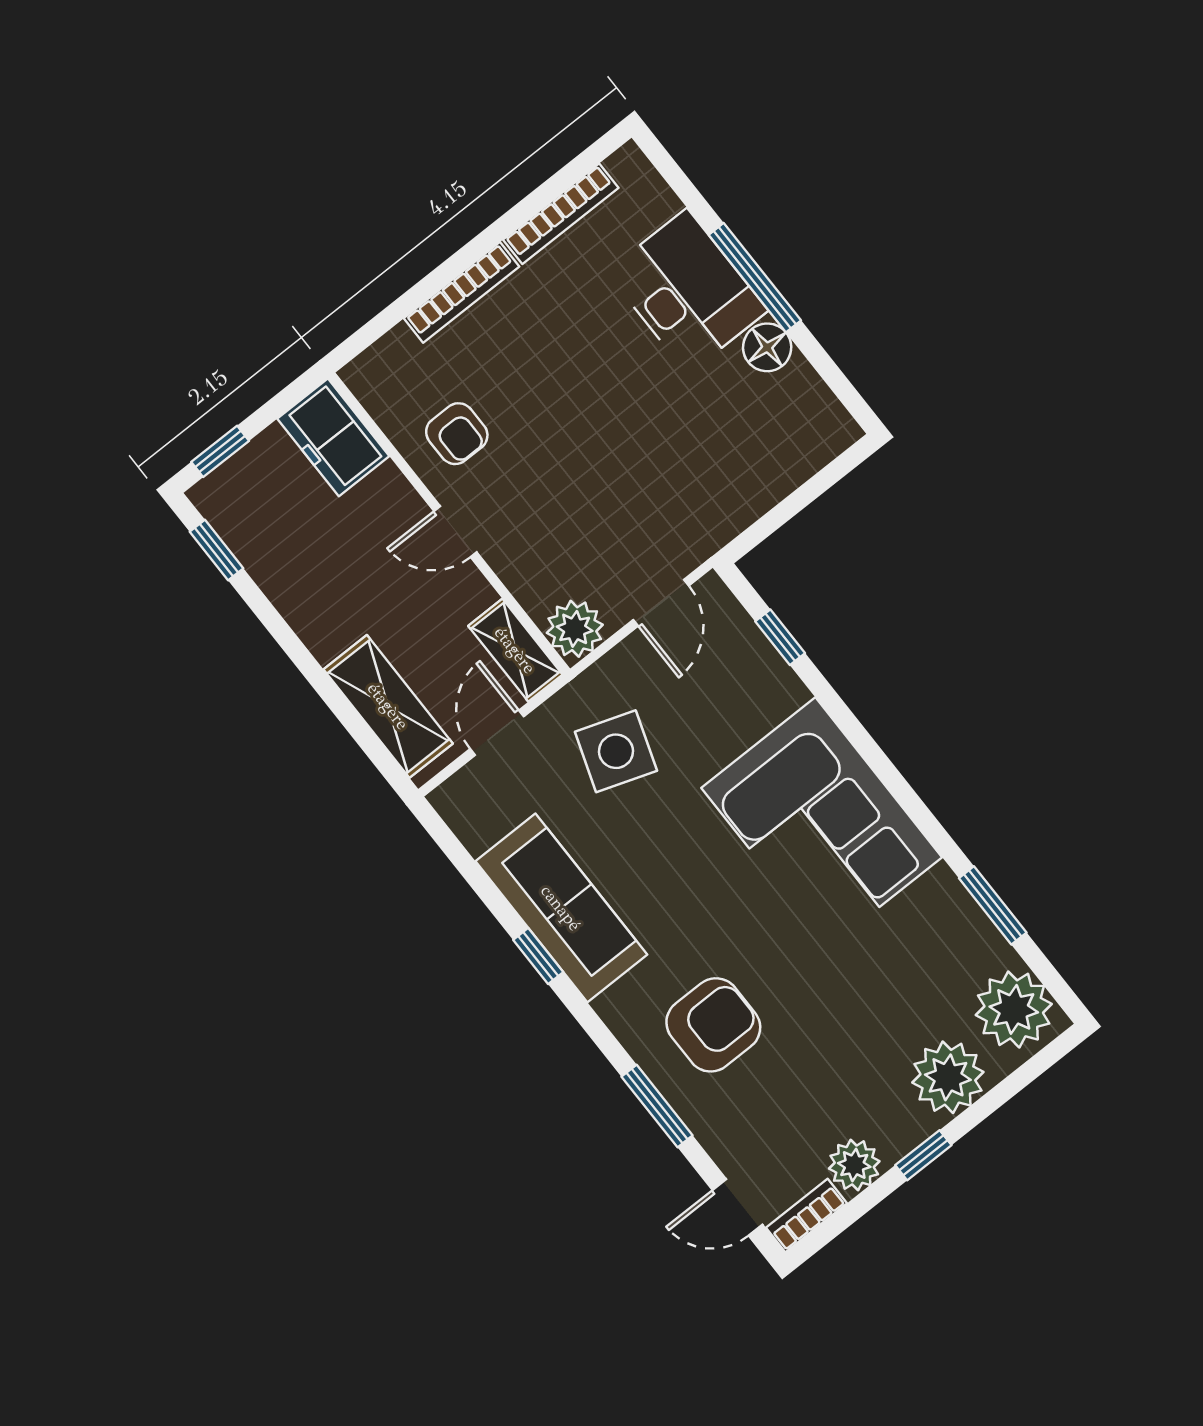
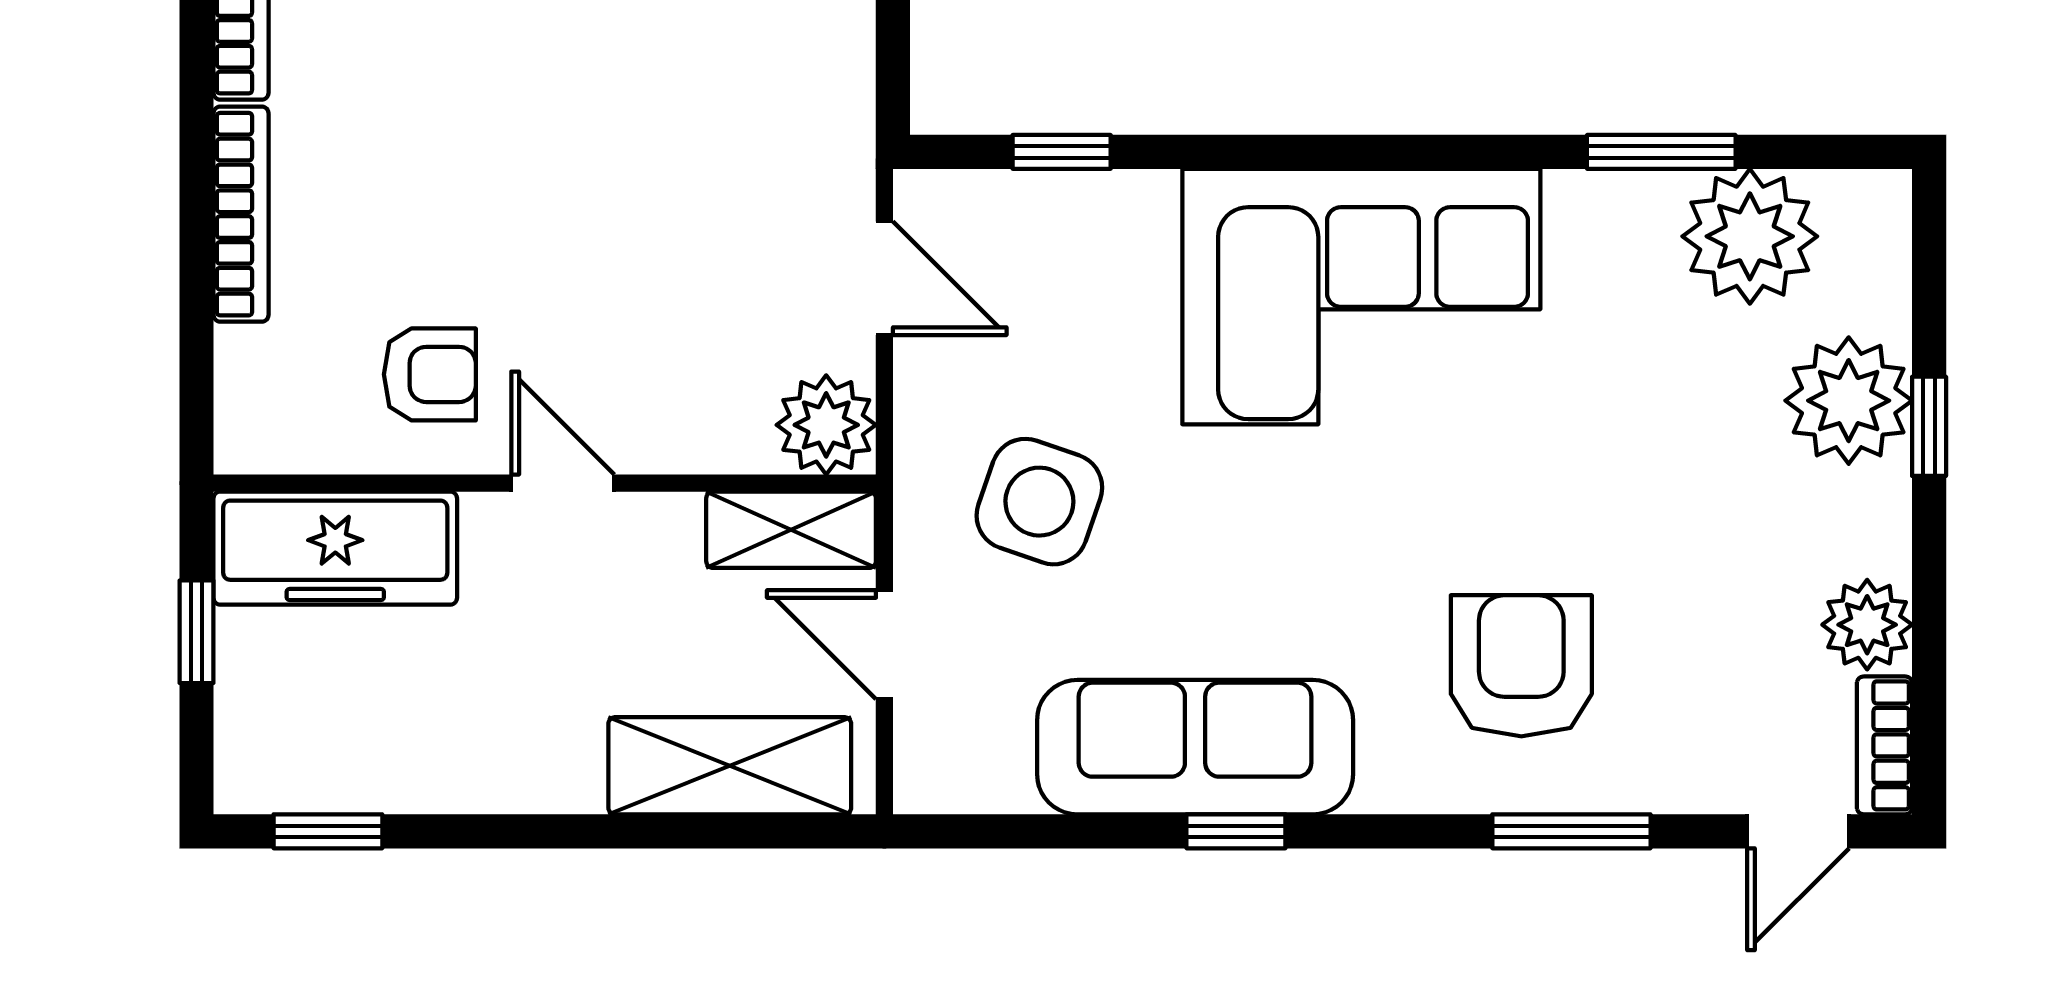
freezer: (333, 437) -> (335, 548), width x1.40
window: (220, 451) -> (196, 632), moved
door: (455, 532) -> (563, 483), swing flipped
plant: (1014, 1009) -> (1750, 236), moved
window: (923, 1155) -> (1929, 426), moved

